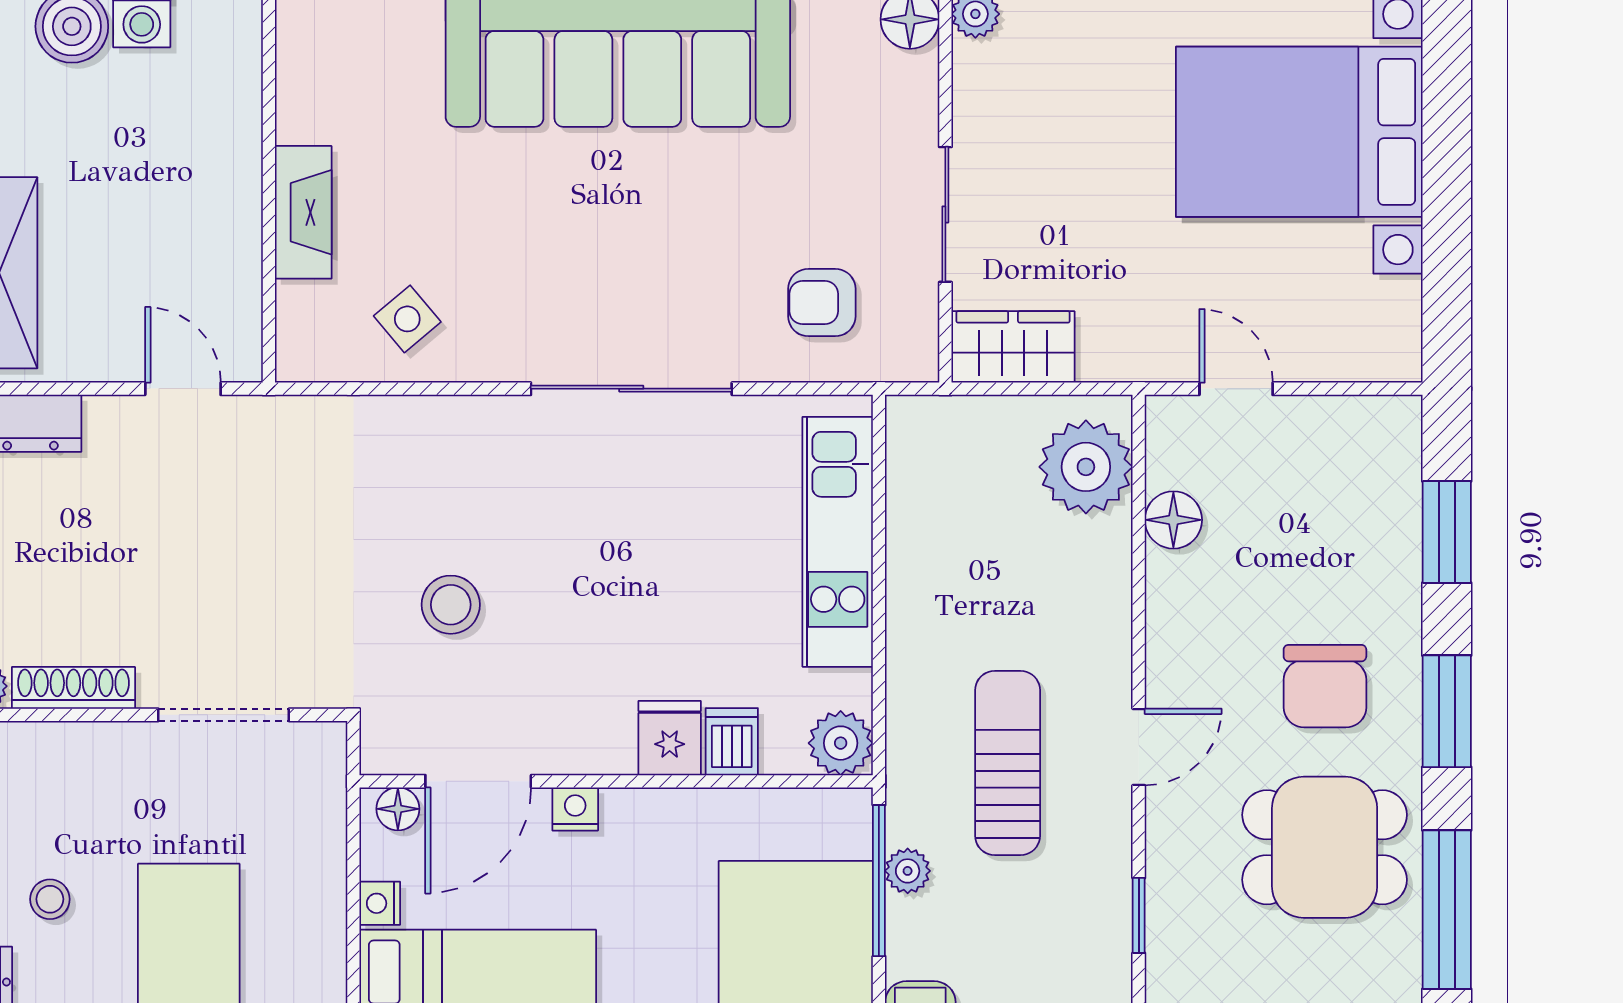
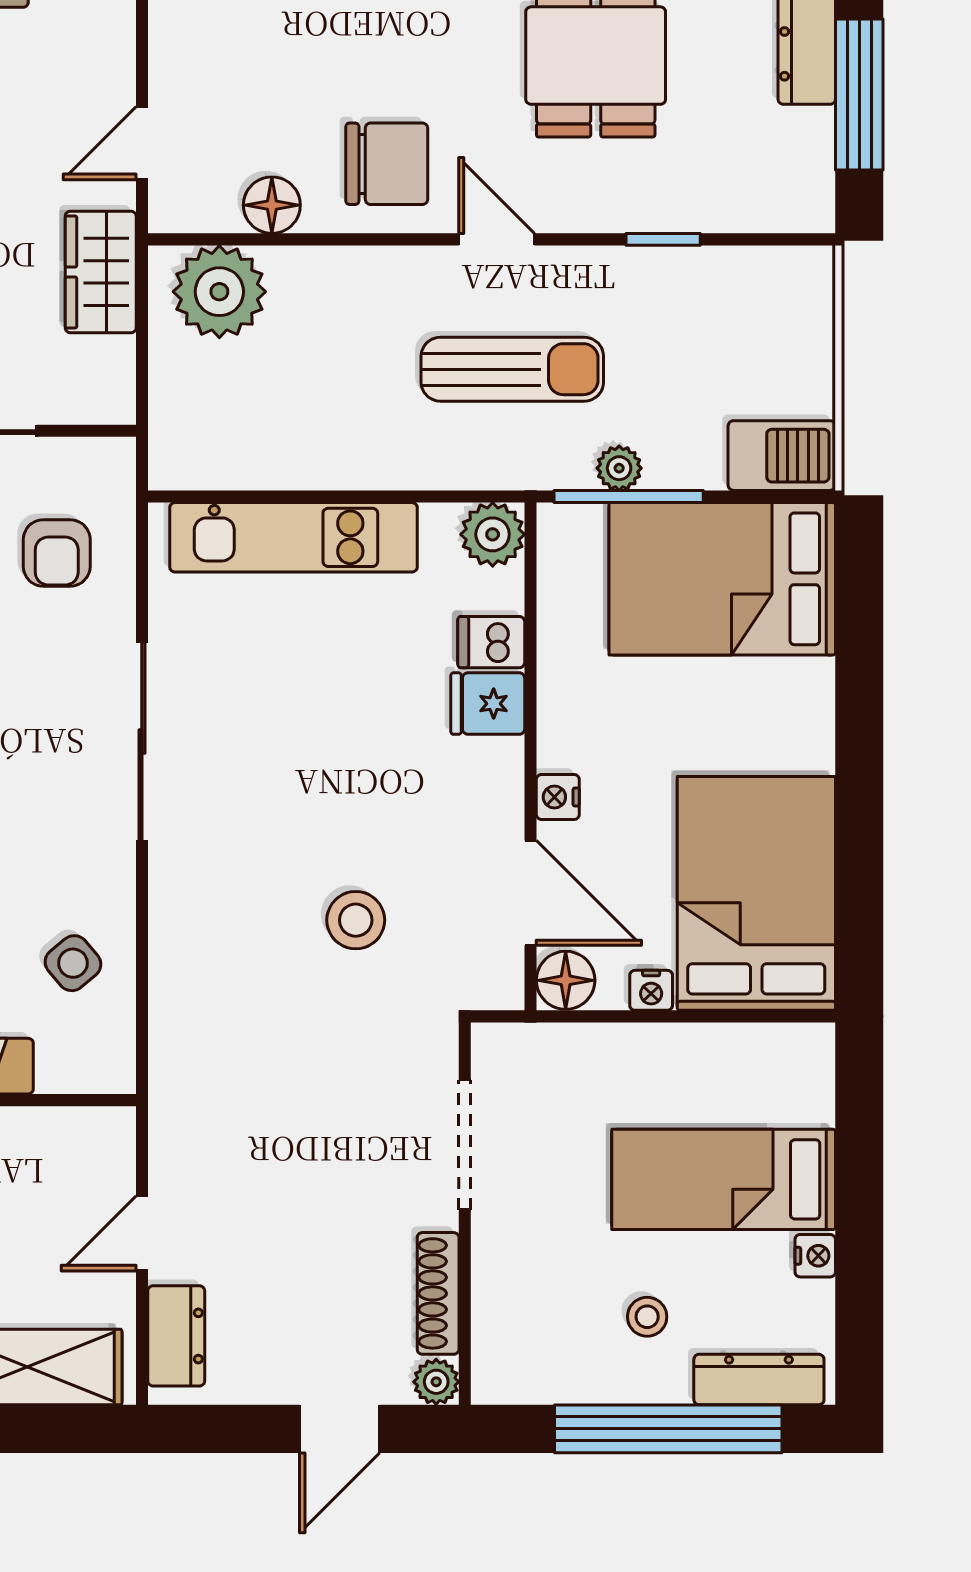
wardrobe: (1013, 347) -> (101, 272), moved
door: (183, 389) -> (142, 1233), moved
chair: (1325, 686) -> (387, 164), moved
sun lounger: (1008, 763) -> (512, 369), turned 180
floor lamp: (398, 809) -> (566, 980), width x1.37, depth x1.37

